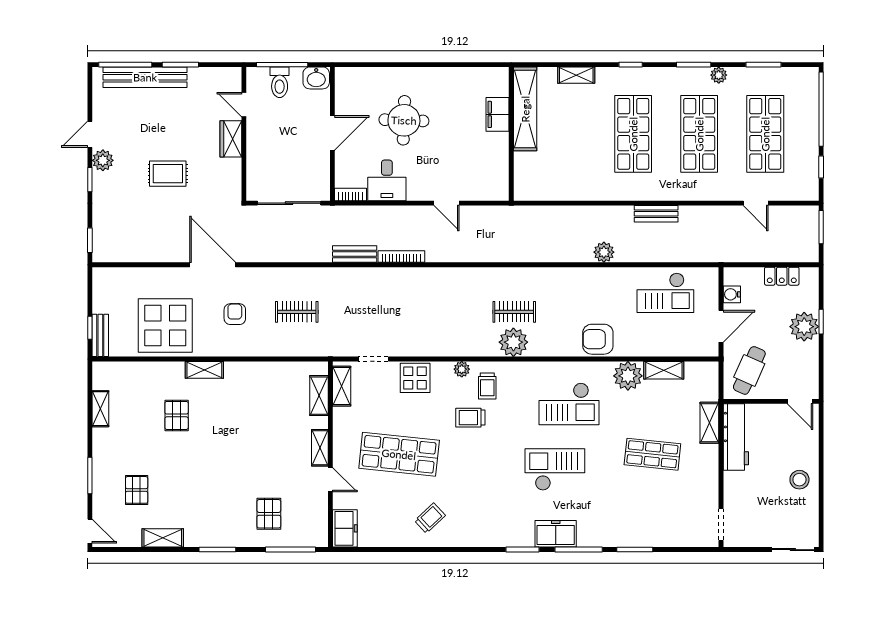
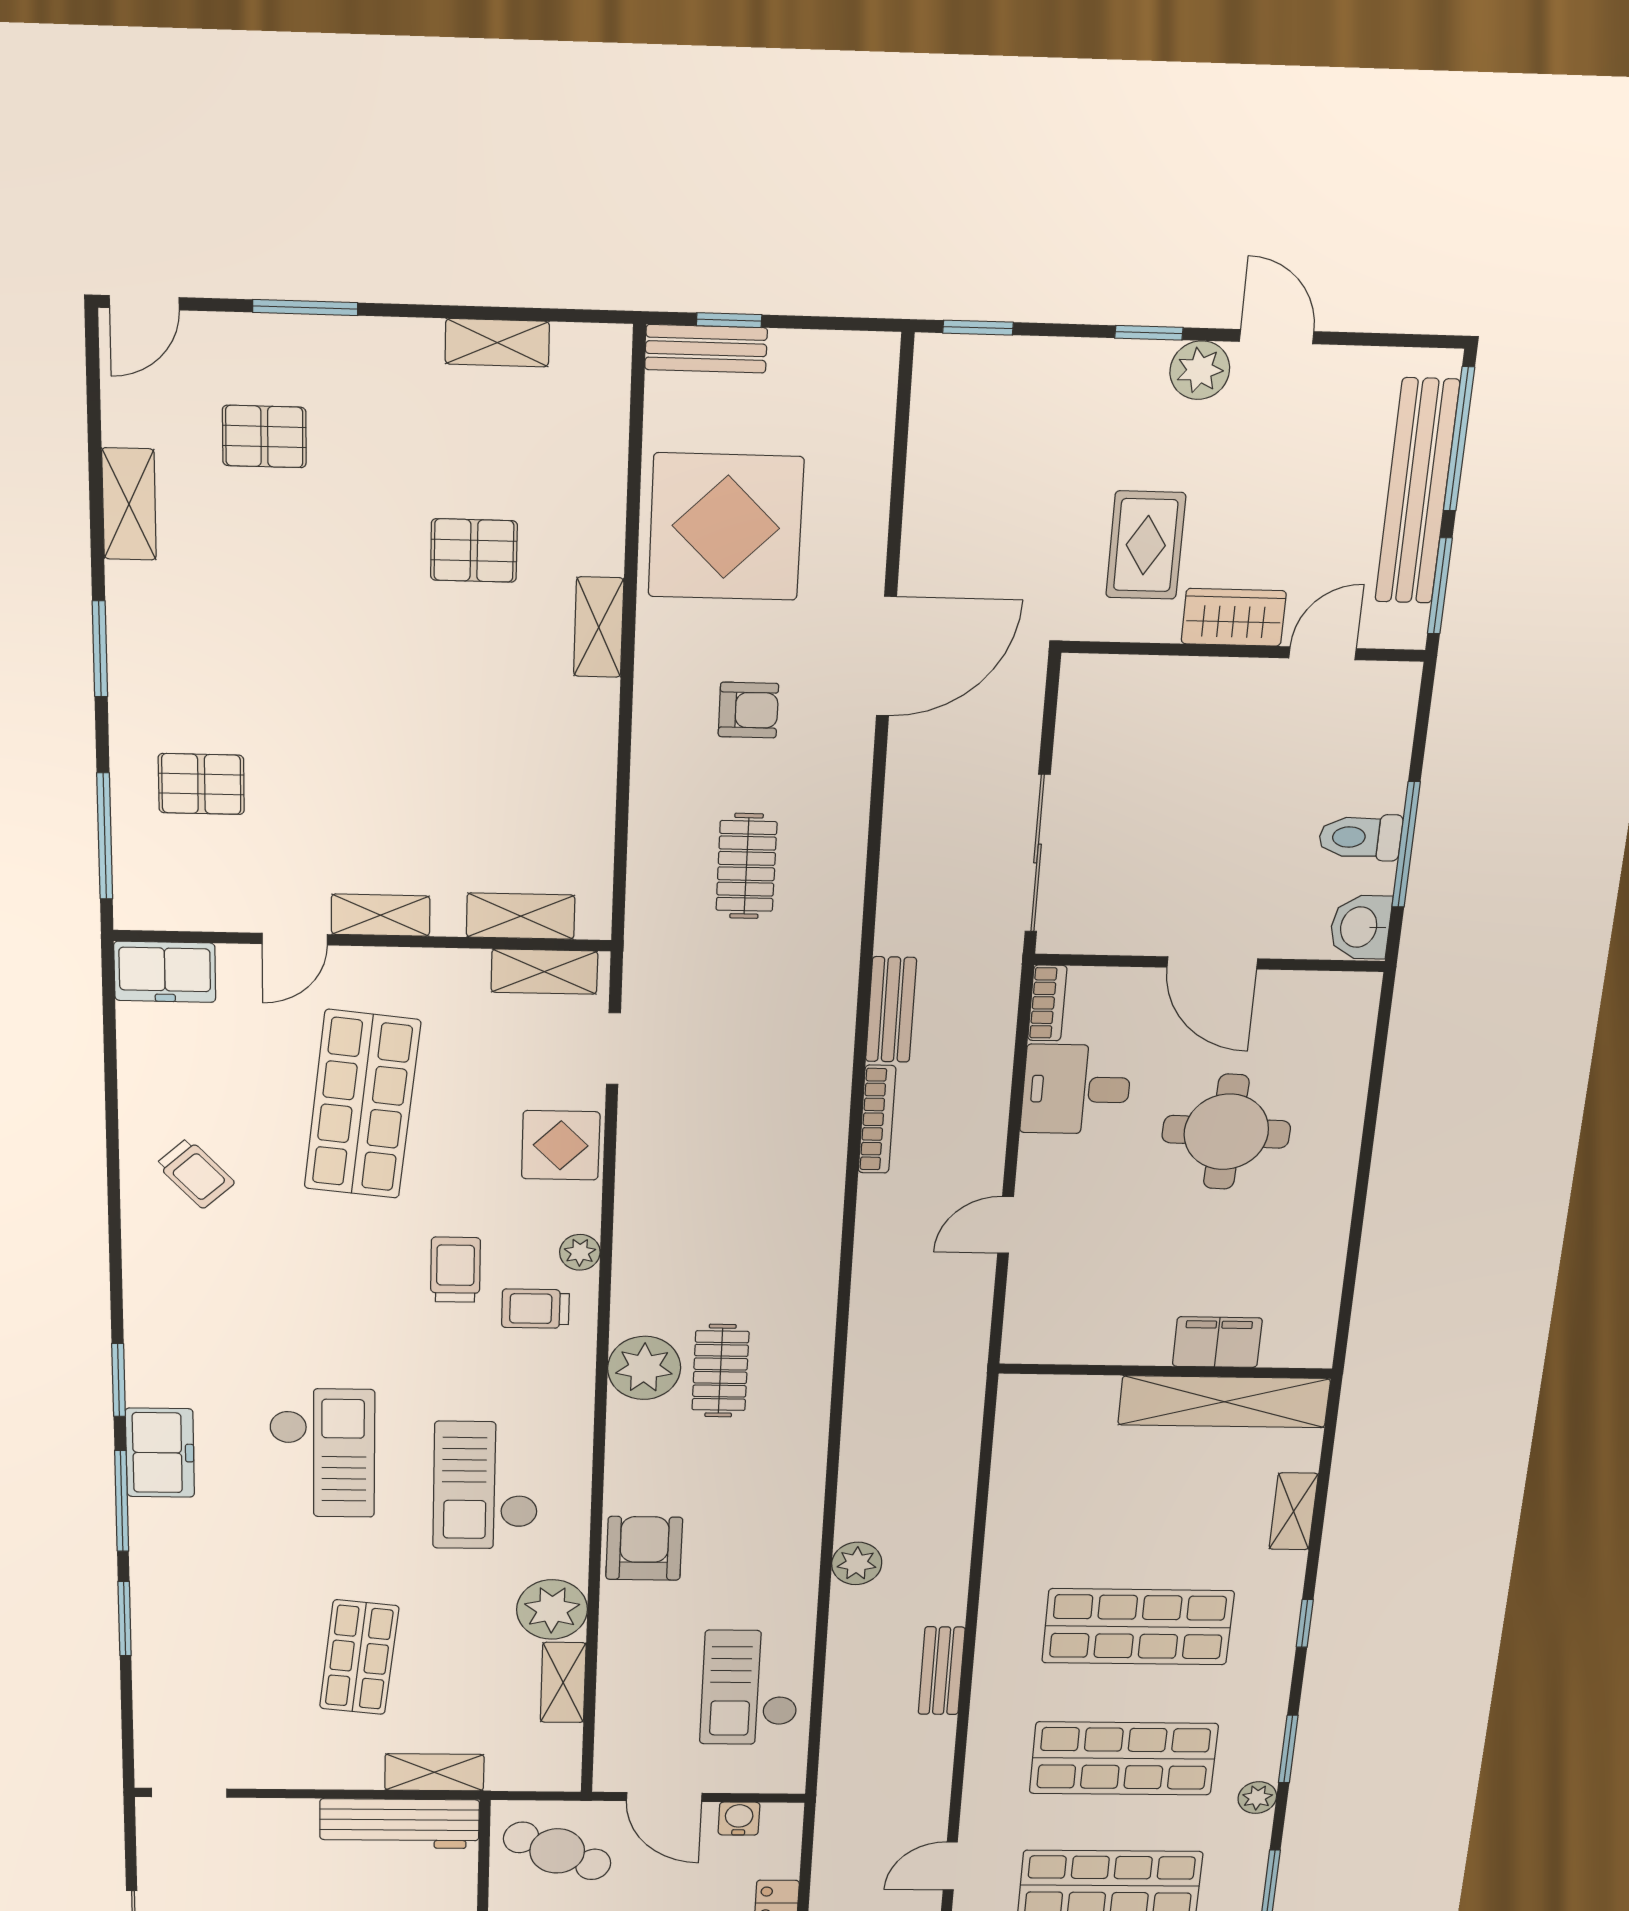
door: (244, 105) -> (1323, 653), moved
wall: (244, 134) -> (1244, 651), moved
wardrobe: (231, 139) -> (1234, 617), moved

